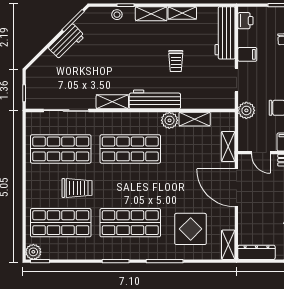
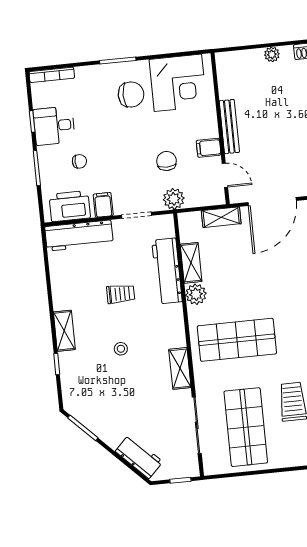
shelving: (182, 13) -> (59, 292), removed
stool: (117, 15) -> (121, 349), moved
printer: (245, 21) -> (70, 206), width x1.87, depth x1.48
workbench: (67, 42) -> (139, 457), moved
workbench: (155, 99) -> (167, 271), moved
shop shelf: (130, 149) -> (237, 340), turned 90
door: (261, 153) -> (225, 175), hinge flipped

